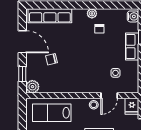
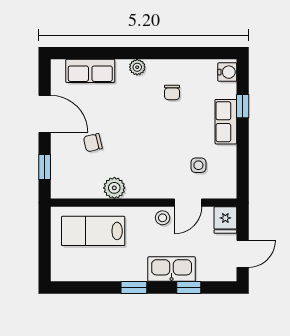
plant: (92, 13) -> (137, 67), moved
row of seats: (50, 16) -> (90, 71), width x0.68
plant: (32, 87) -> (114, 188), moved

